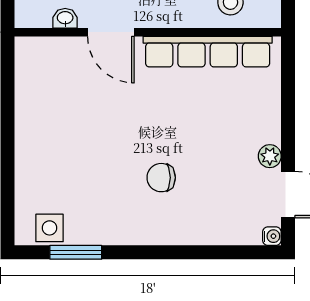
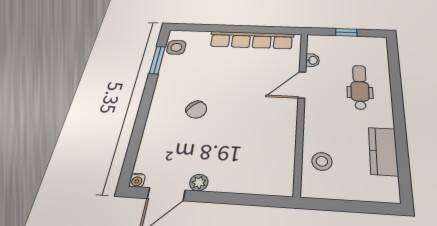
row of seats: (208, 52) -> (252, 40), moved, turned -90
chair: (161, 178) -> (196, 110), turned 137

